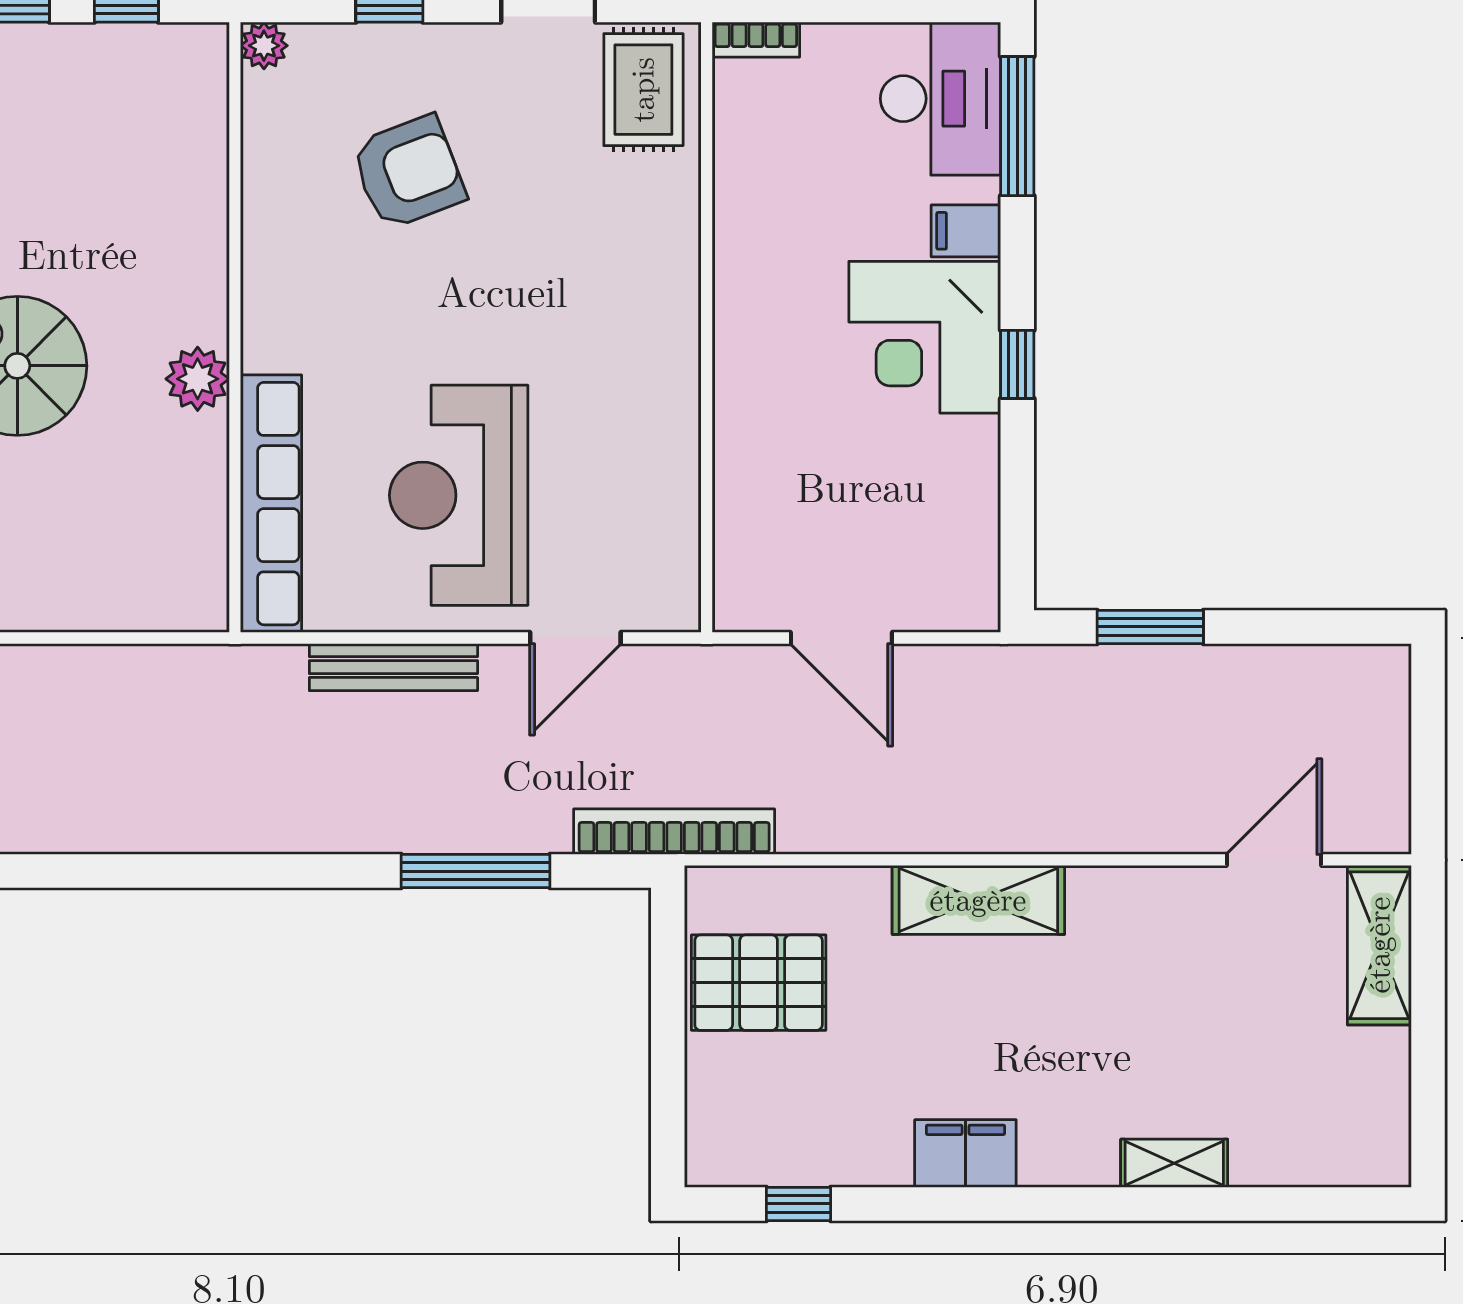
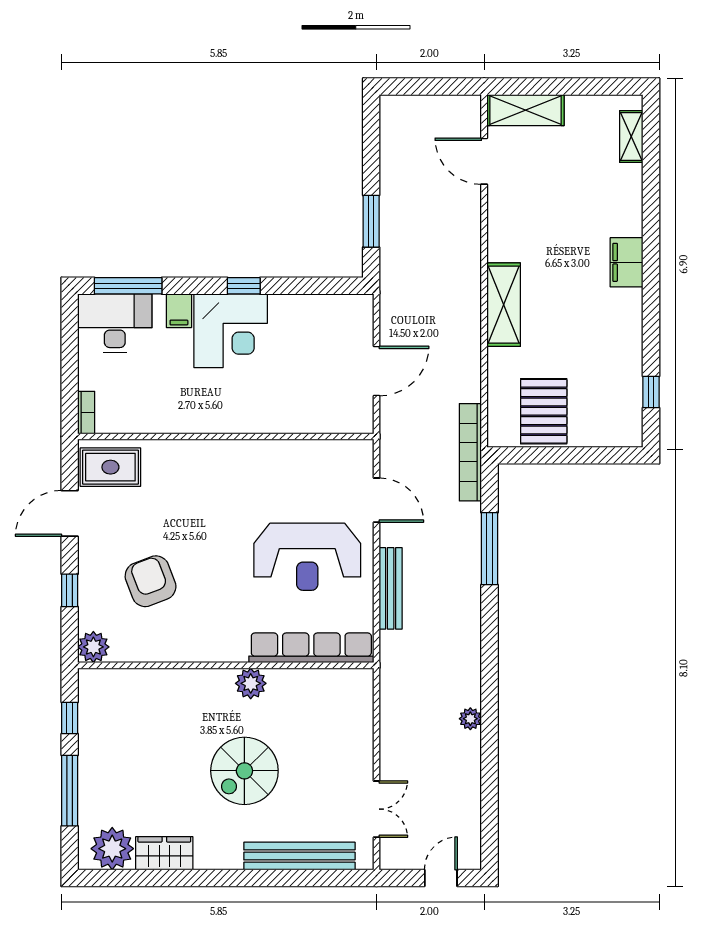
plant: (264, 46) -> (93, 647), width x1.38, depth x1.38
plant: (125, 831) -> (470, 719), added
filing cabinet: (965, 1153) -> (627, 262), moved
shelving: (1174, 1163) -> (631, 136), moved

